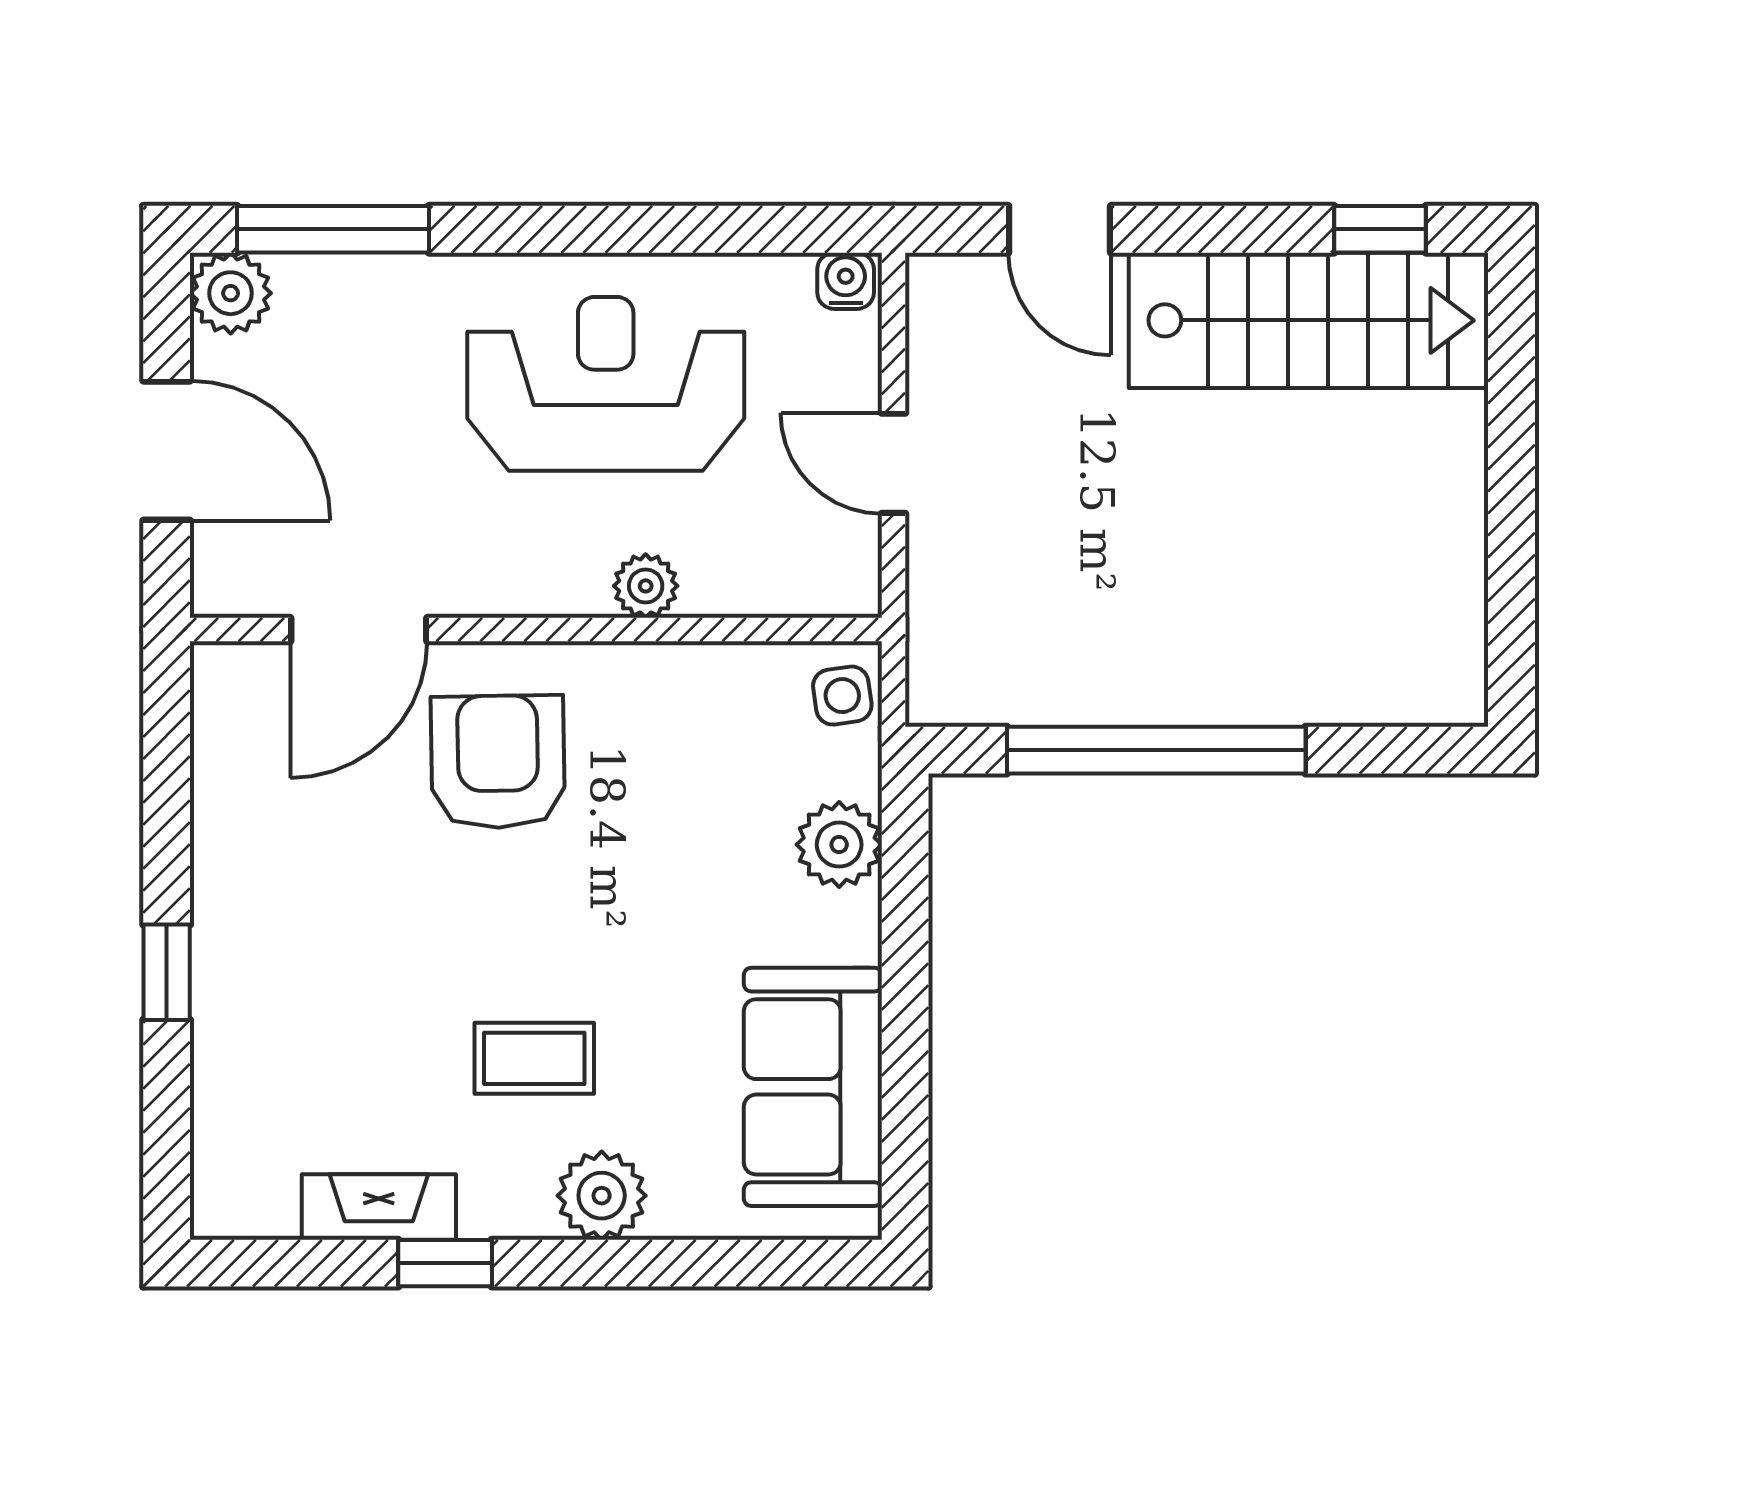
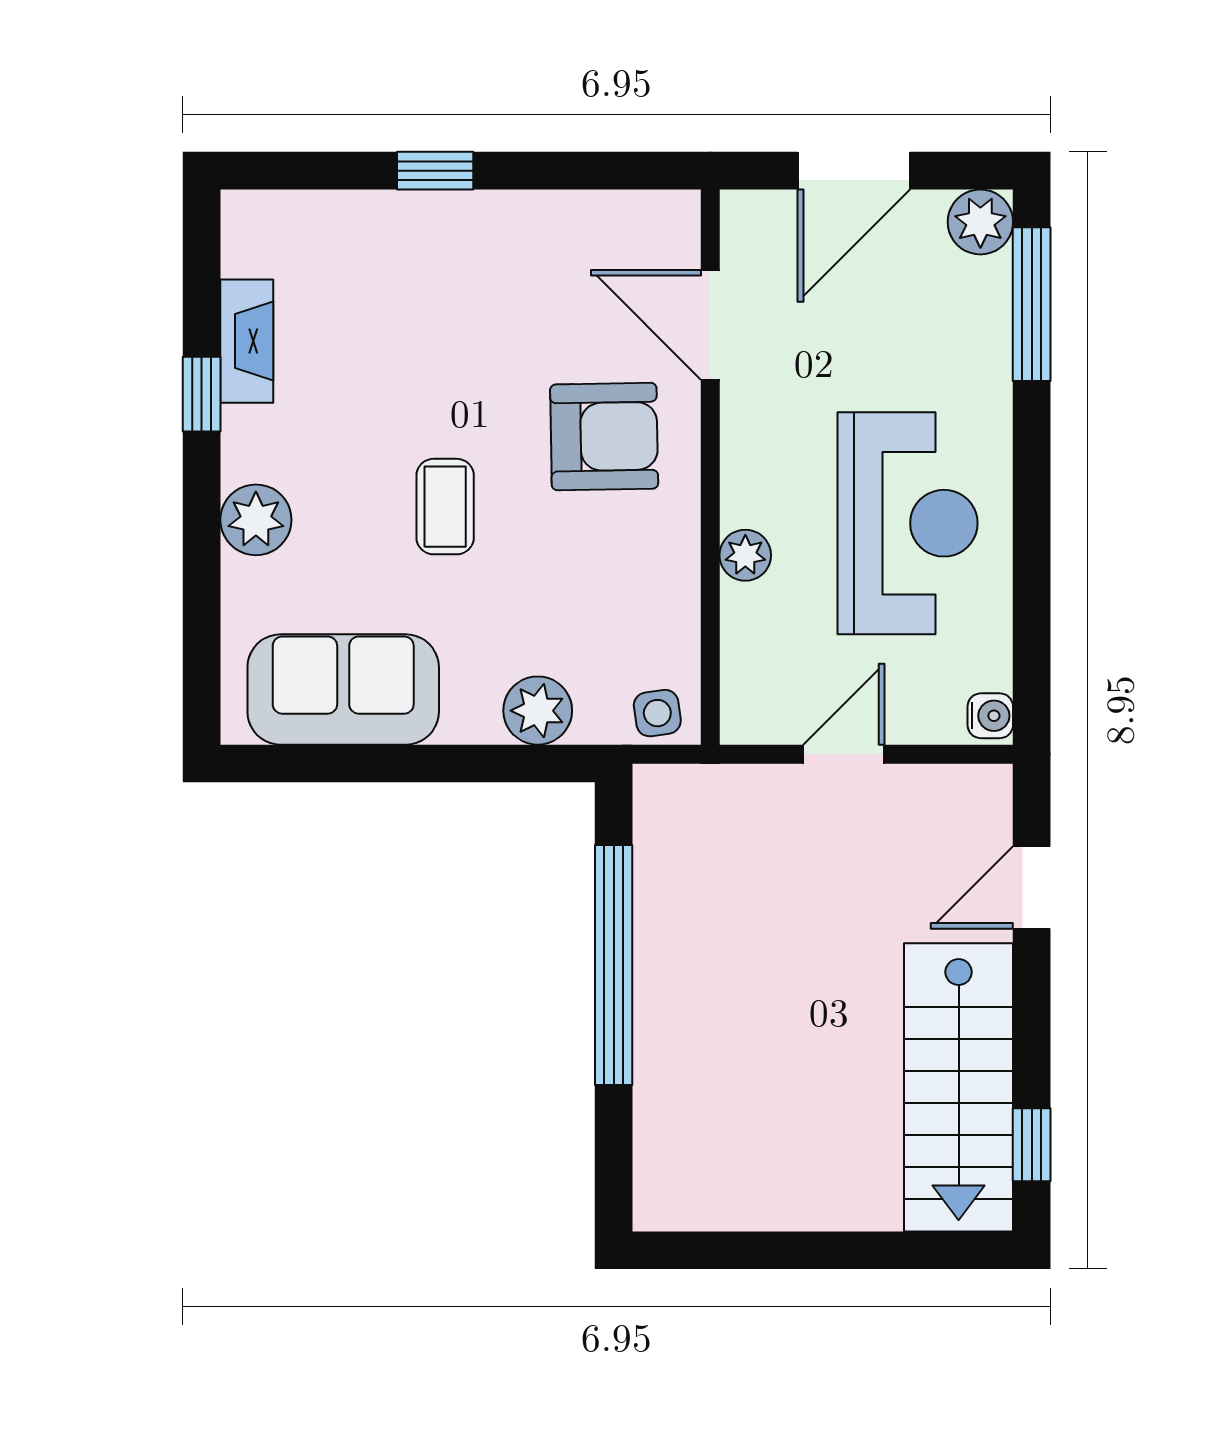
coffee table: (534, 1058) -> (445, 507), moved

